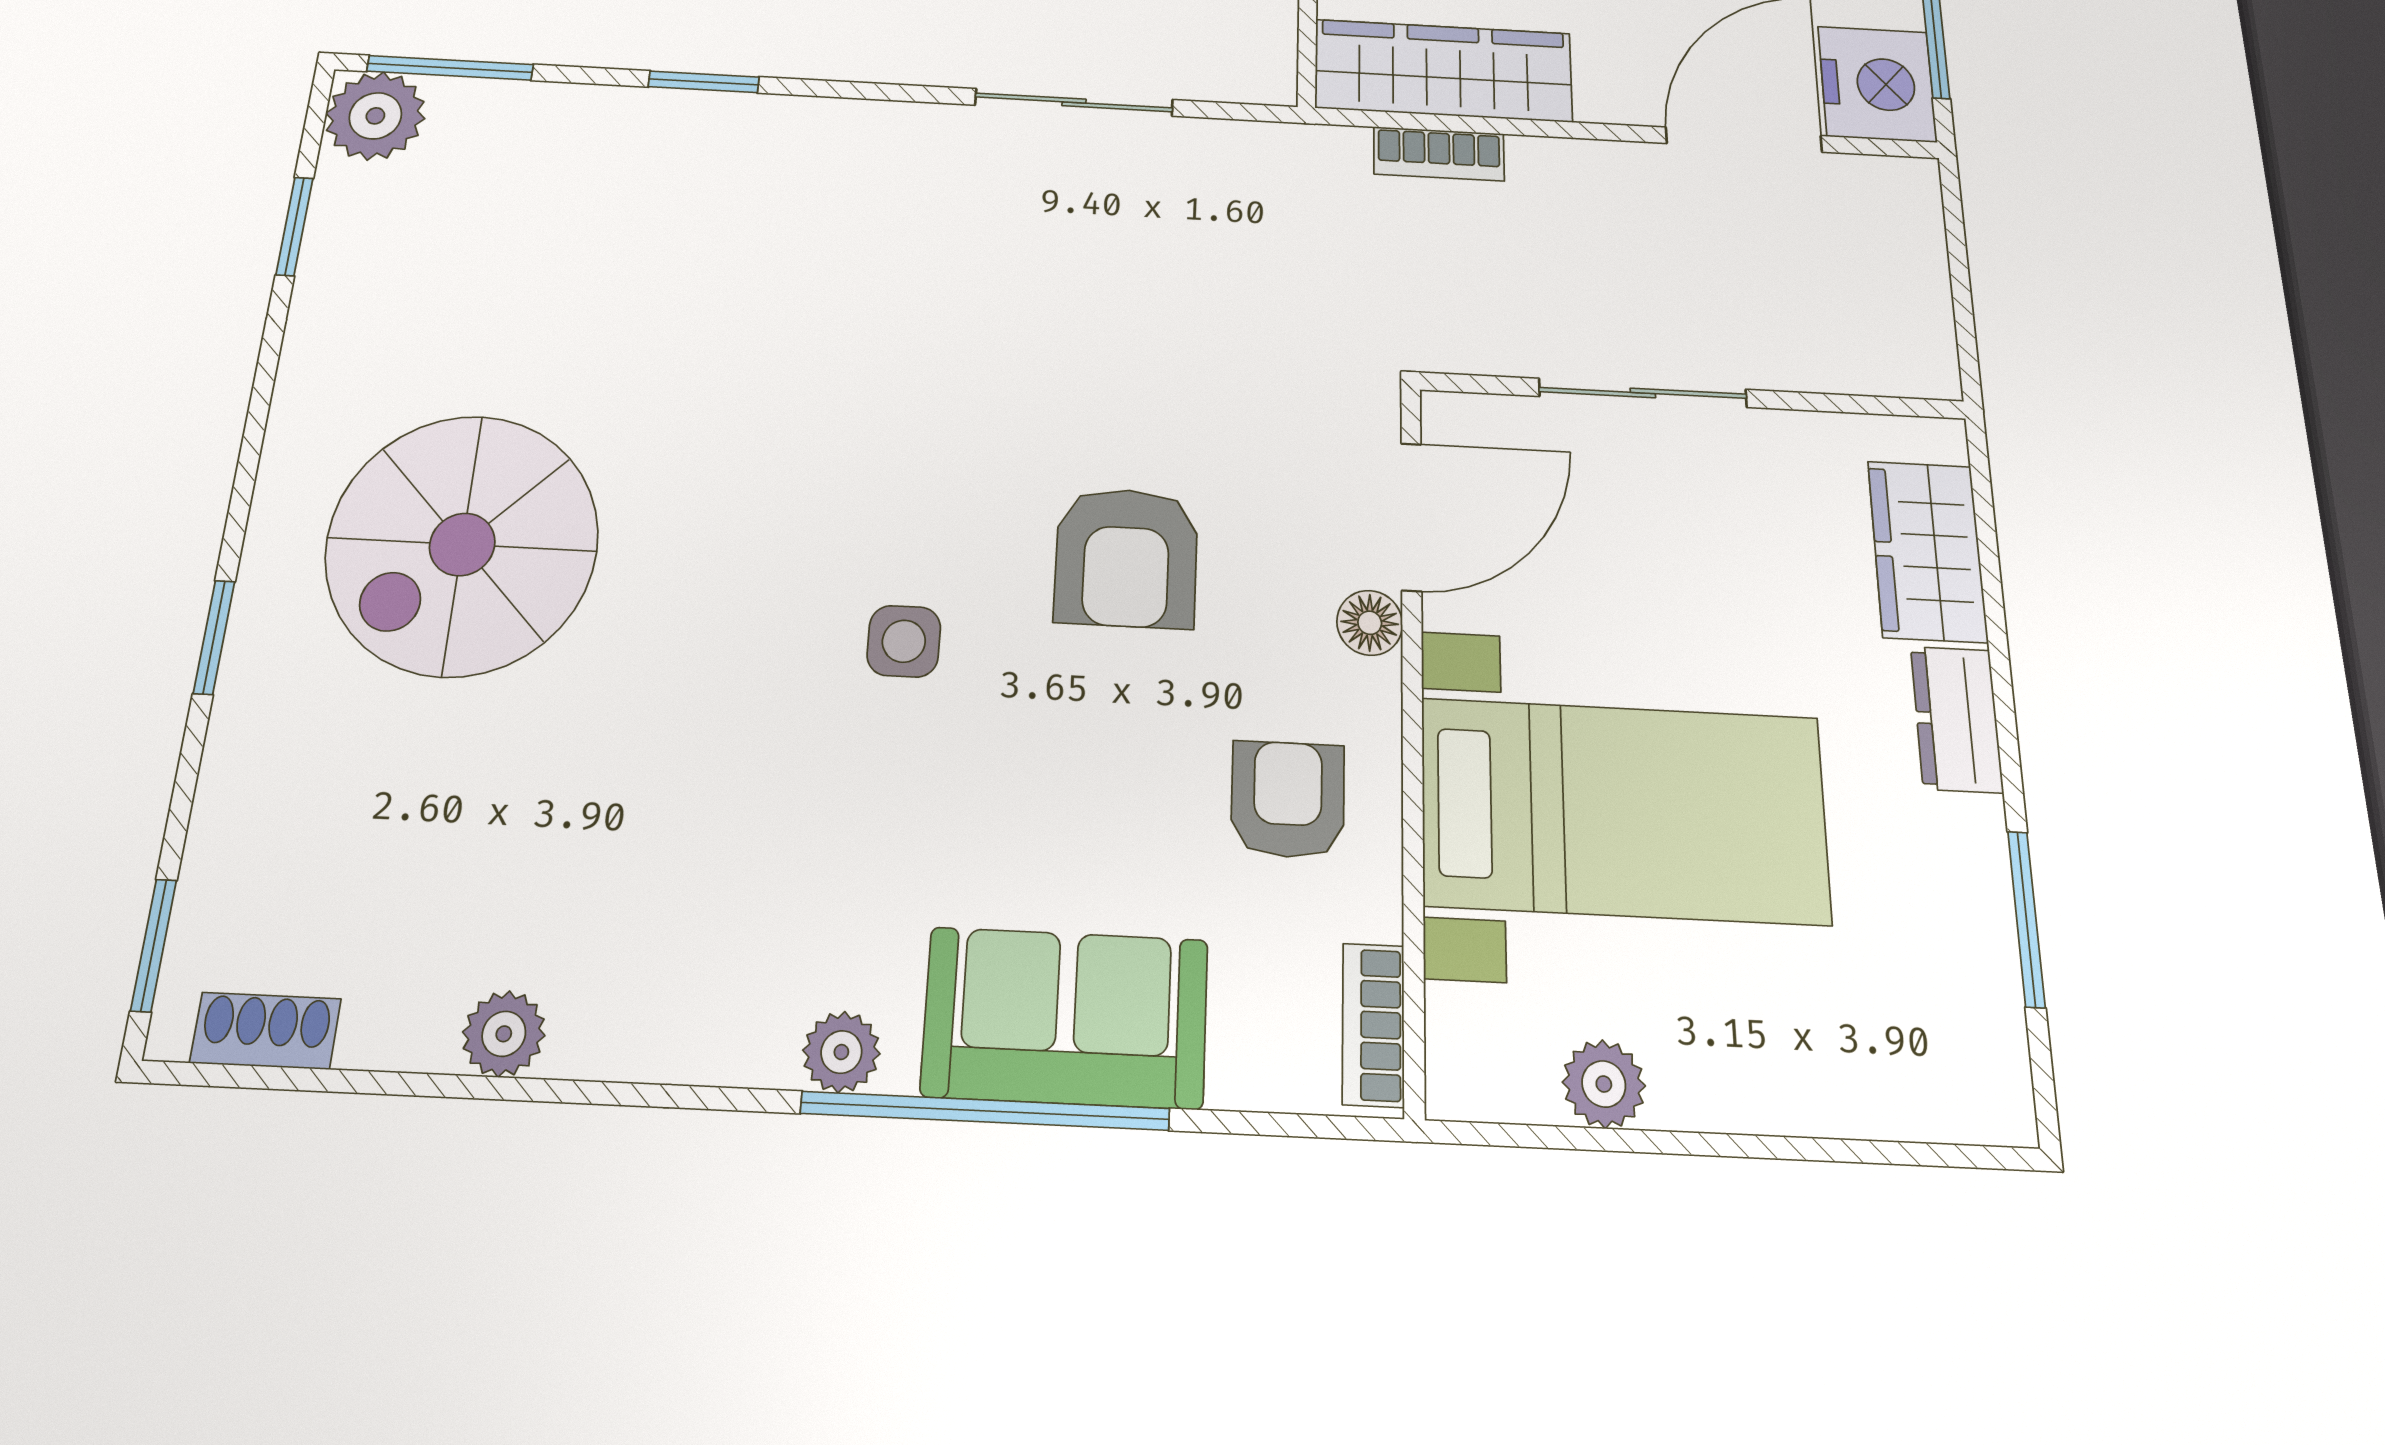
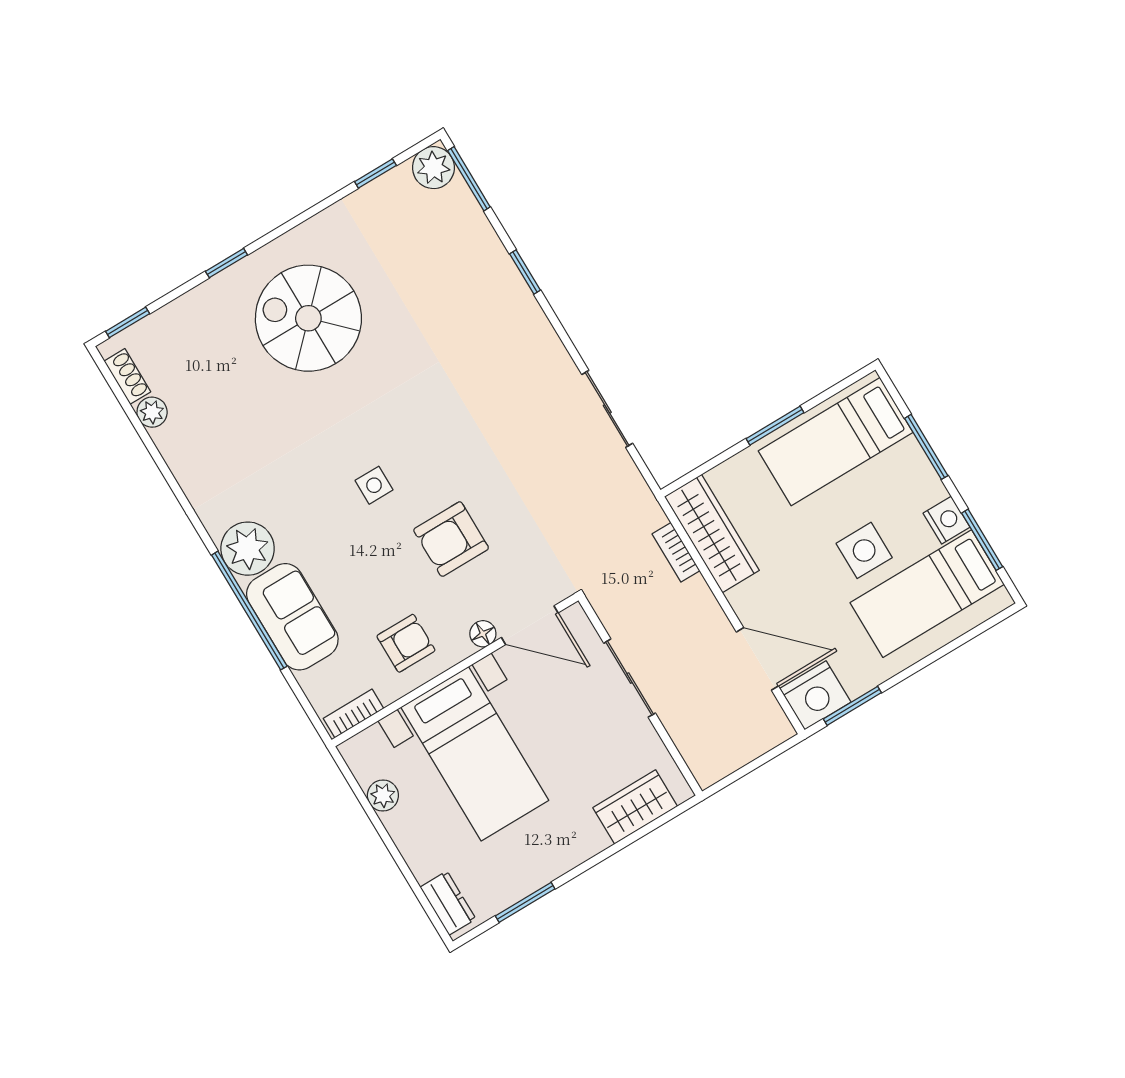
dresser: (1957, 719) -> (448, 903), moved, turned 90
plant: (504, 1034) -> (152, 412), moved
plant: (841, 1052) -> (248, 549), width x1.87, depth x1.87

